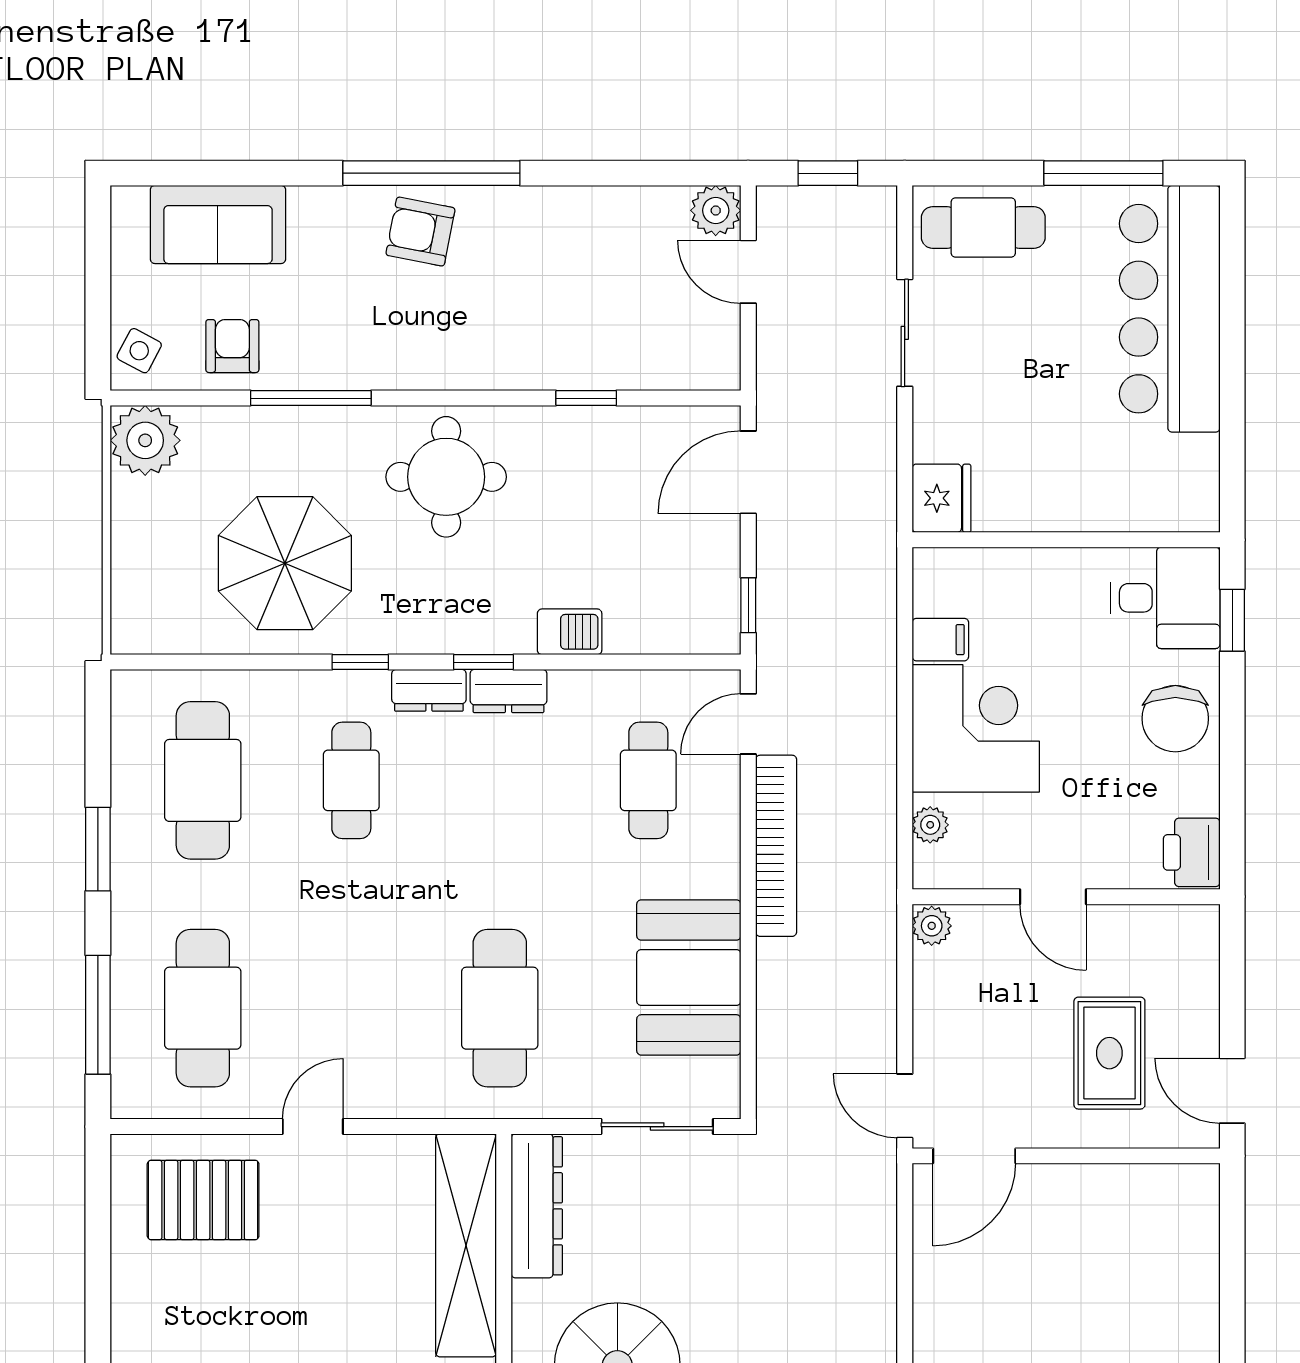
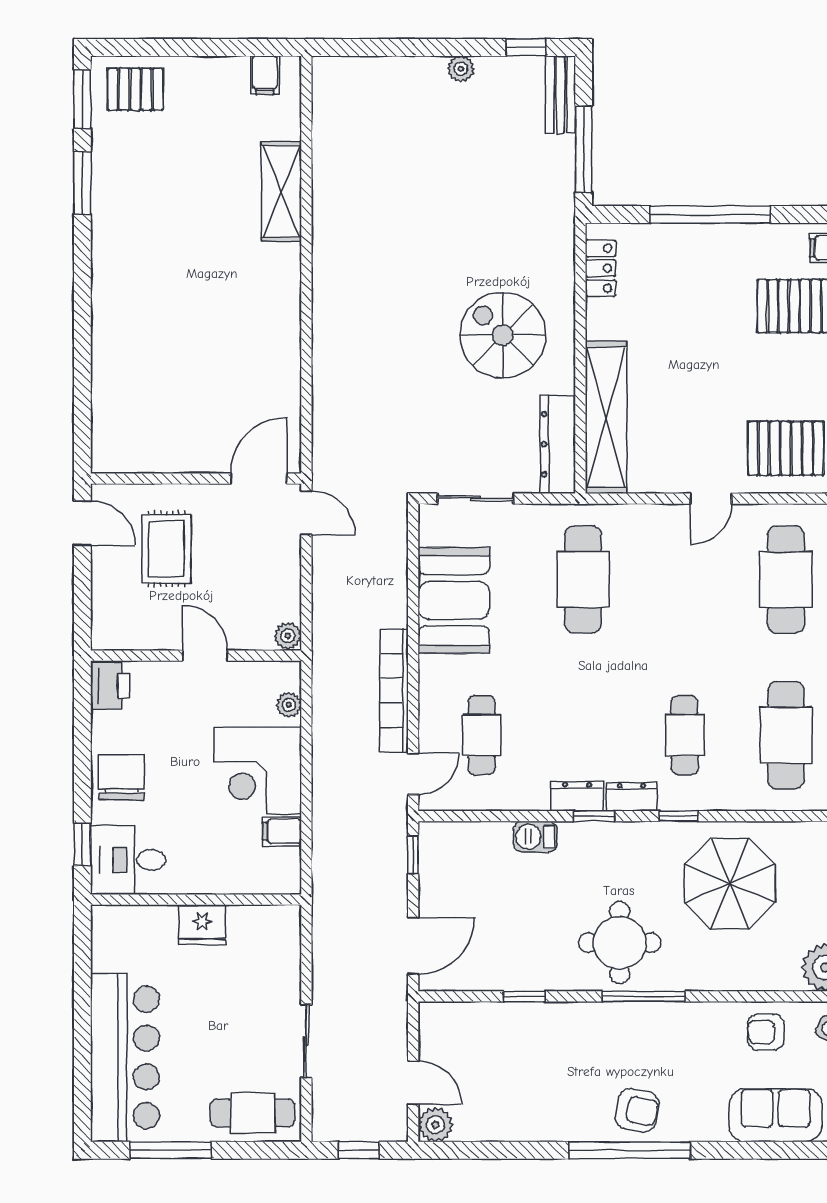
armchair: (232, 346) -> (766, 1032), turned 90
window: (311, 398) -> (644, 996), moved
fridge: (941, 498) -> (202, 925), moved, turned -90

